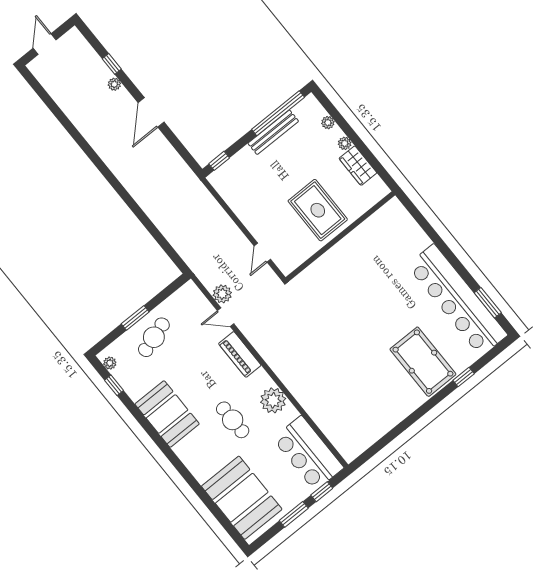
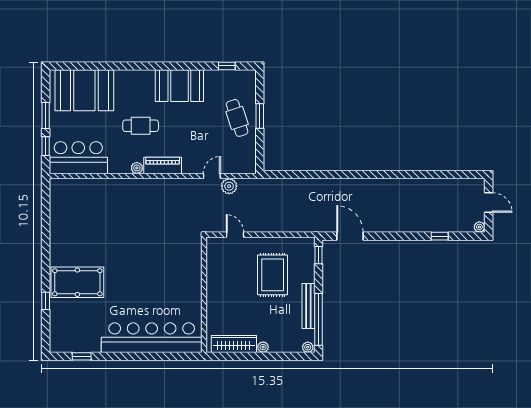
plant: (114, 84) -> (479, 227), moved
door: (151, 112) -> (350, 236), moved
plant: (328, 123) -> (308, 347), moved
wardrobe: (358, 166) -> (234, 344), width x1.50
rug: (318, 210) -> (273, 275), moved, turned 90
bar counter: (457, 300) -> (152, 338), moved
window: (488, 303) -> (82, 356), width x0.67
piano: (240, 354) -> (163, 165), moved
plant: (110, 363) -> (244, 75), removed
plant: (273, 400) -> (137, 168), width x0.53, depth x0.53

